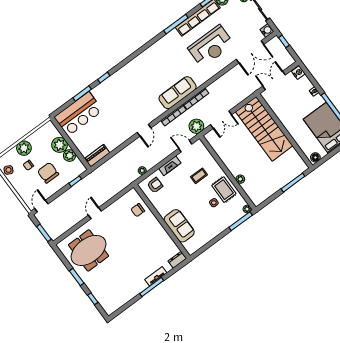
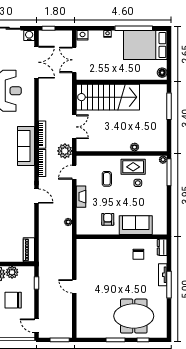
armchair: (155, 185) -> (108, 219), moved
chair: (138, 210) -> (138, 254), moved
meeting table: (88, 250) -> (134, 316), moved, turned 90

